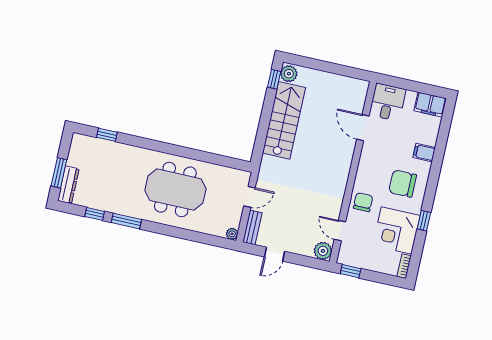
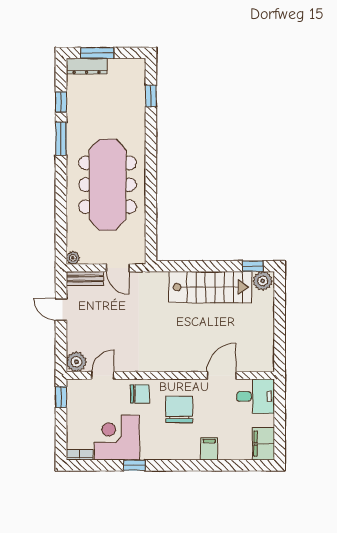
chair: (403, 184) -> (179, 409), moved
meeting table: (175, 190) -> (108, 185), width x1.36

